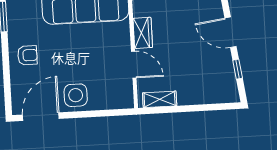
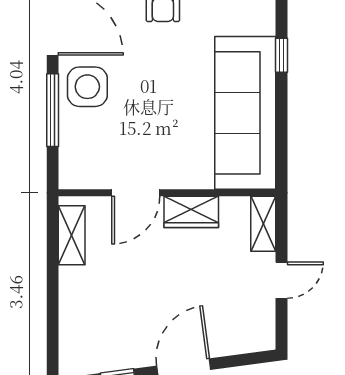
window: (90, 114) -> (53, 110), added

